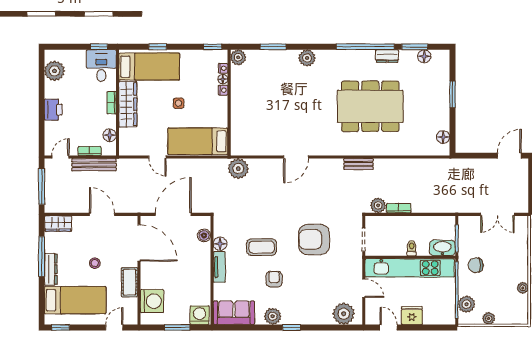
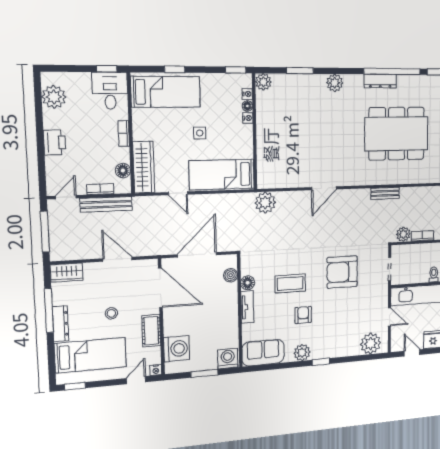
dresser: (387, 56) -> (380, 81), moved, width x1.44
wardrobe: (128, 104) -> (144, 167), moved
nightstand: (132, 320) -> (156, 370), added

